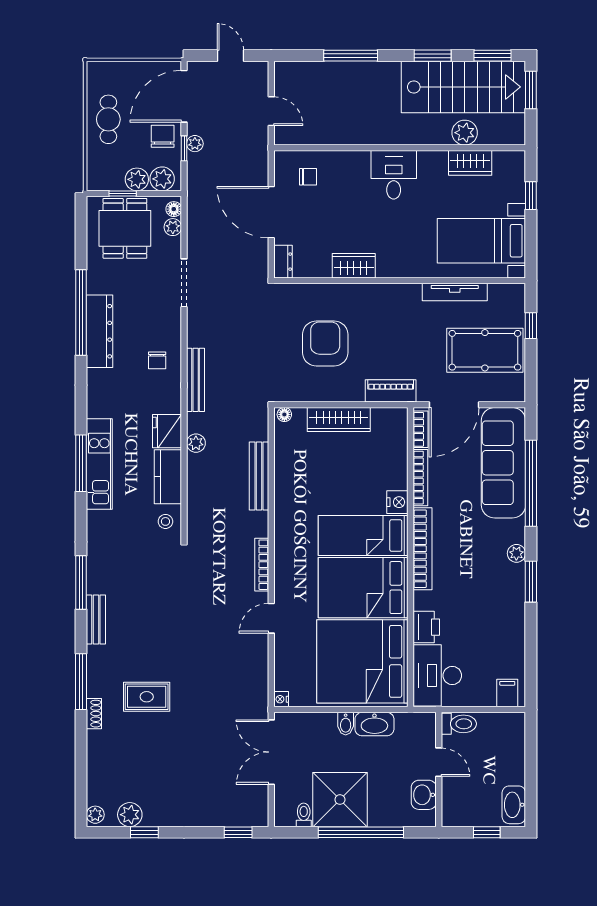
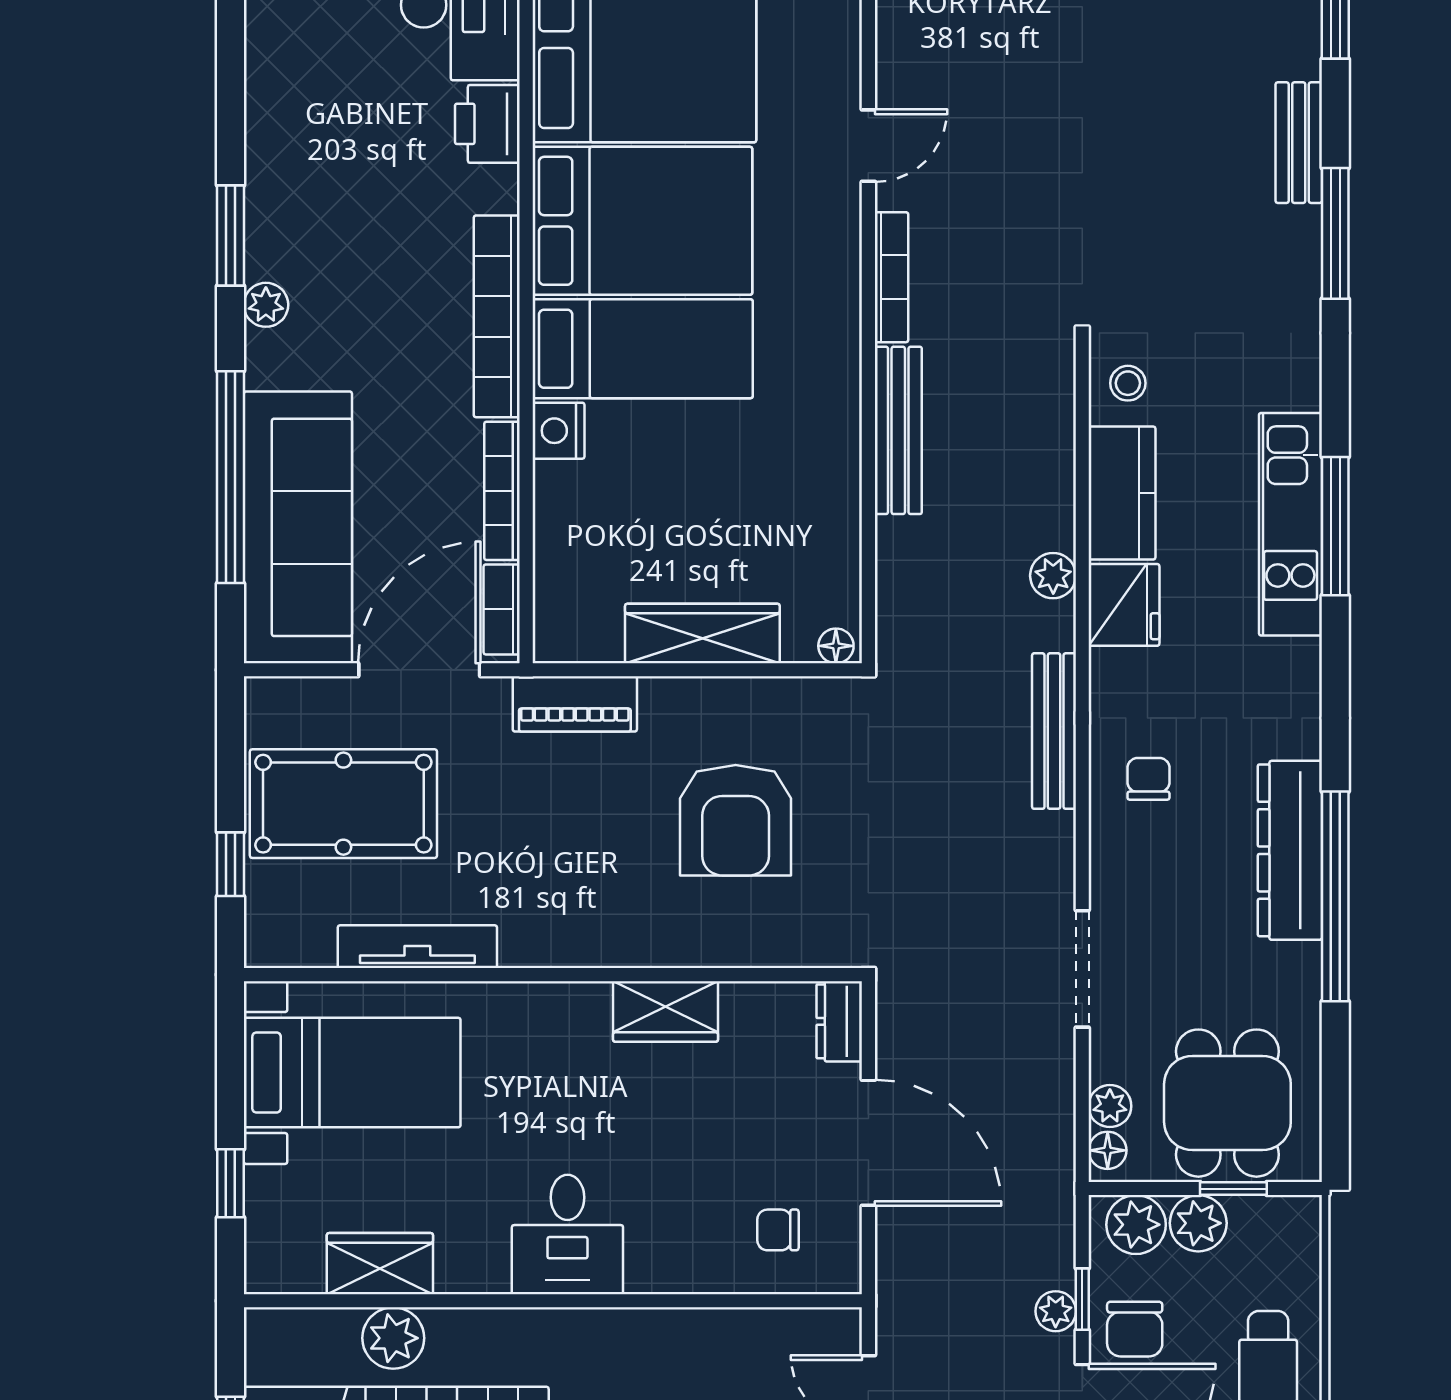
bench: (259, 476) -> (898, 430), moved

